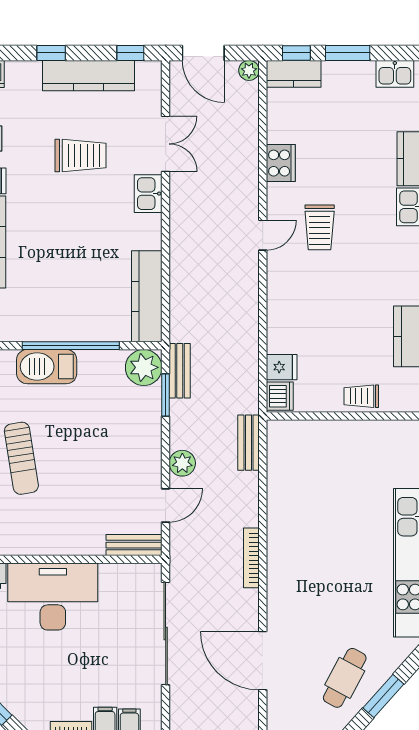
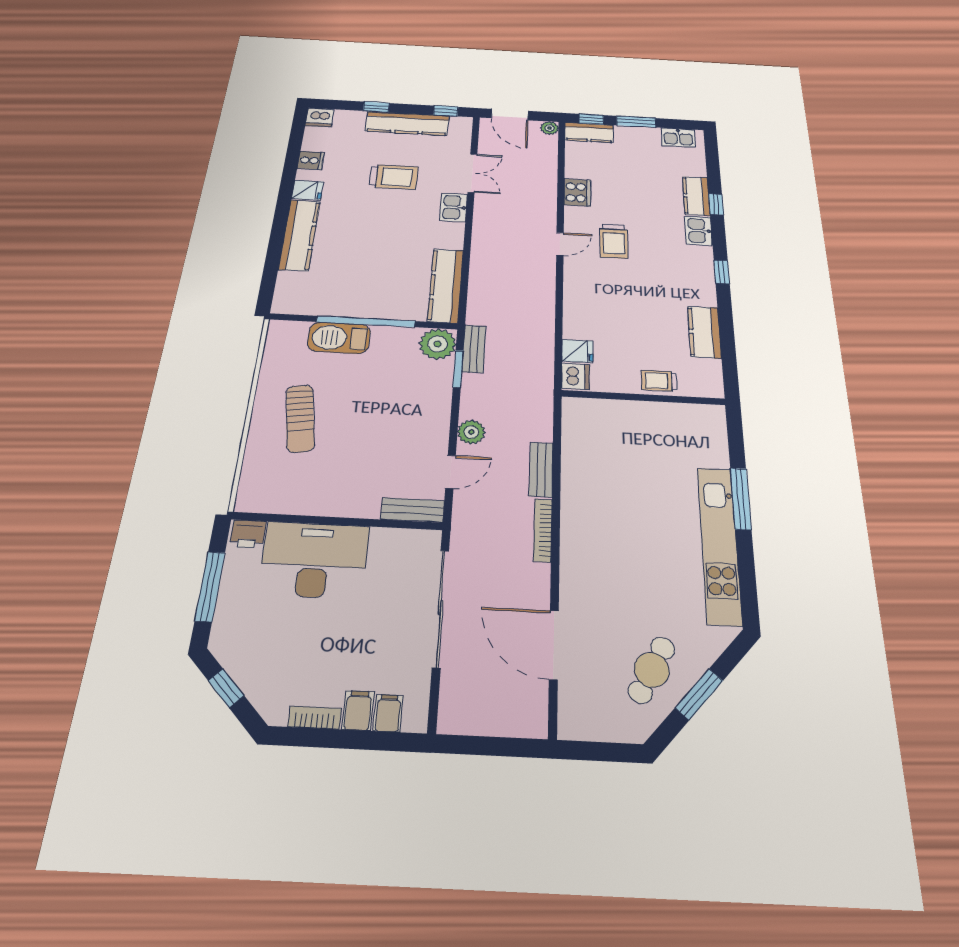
bench: (249, 443) -> (541, 469), moved

